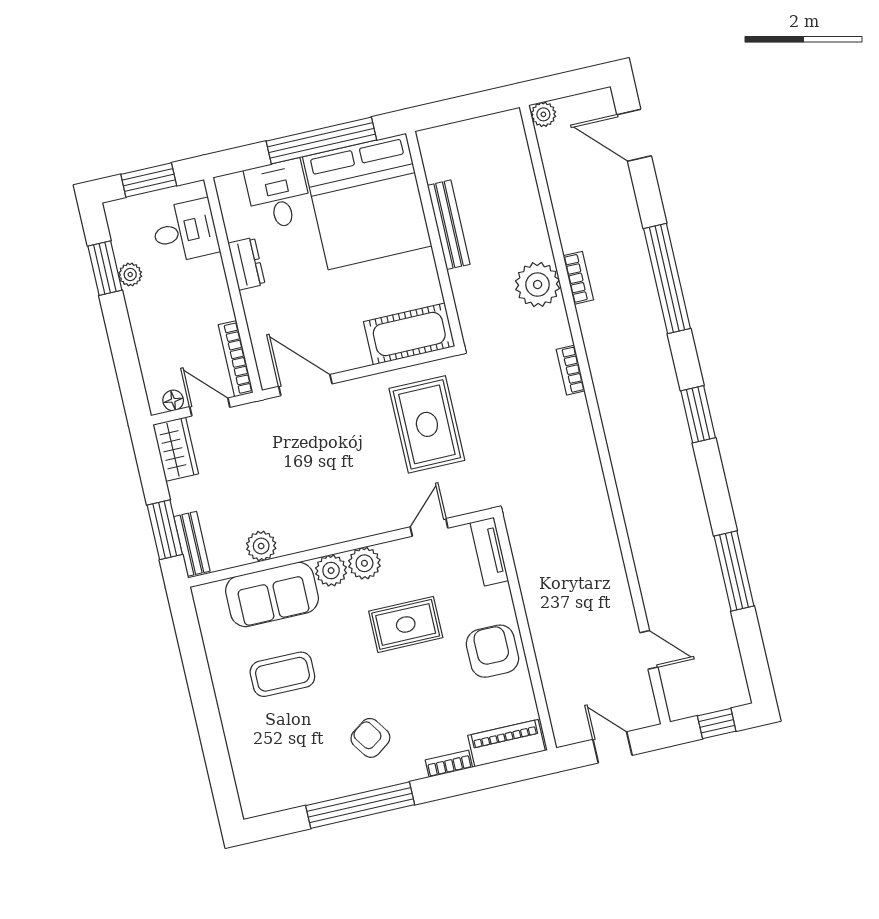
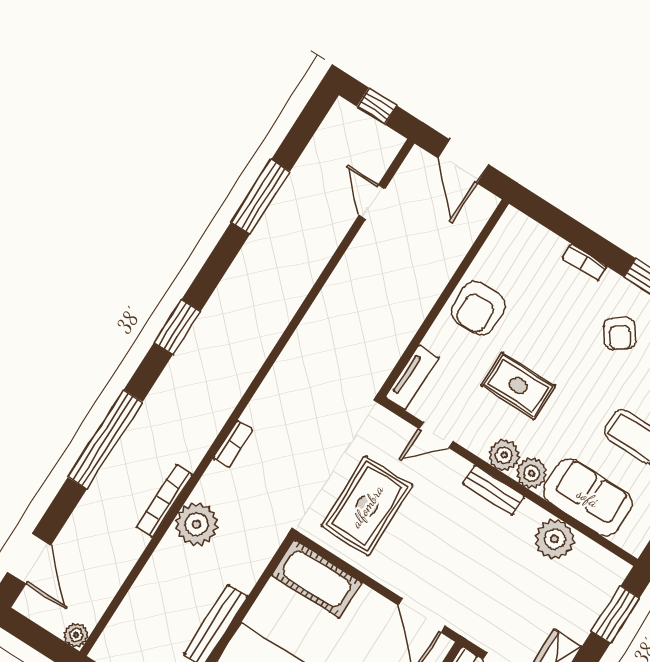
bookcase: (578, 278) -> (164, 501), width x1.56
bench: (192, 544) -> (494, 490), moved, turned 90
plant: (261, 546) -> (555, 539), width x1.36, depth x1.36
piano: (506, 743) -> (532, 237), removed
door: (612, 747) -> (463, 161), width x1.38

